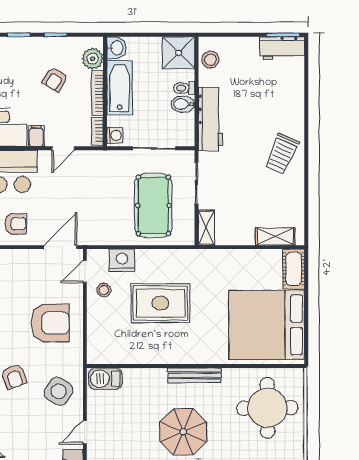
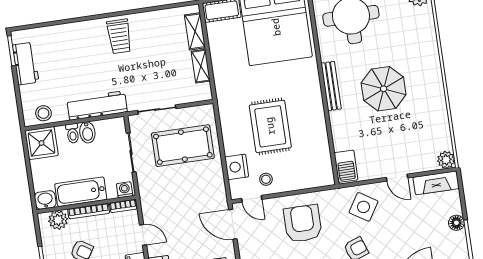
workbench: (282, 48) -> (26, 64), moved
trolley: (282, 154) -> (119, 36), turned 66
shelving: (206, 228) -> (201, 66), moved, turned 90

